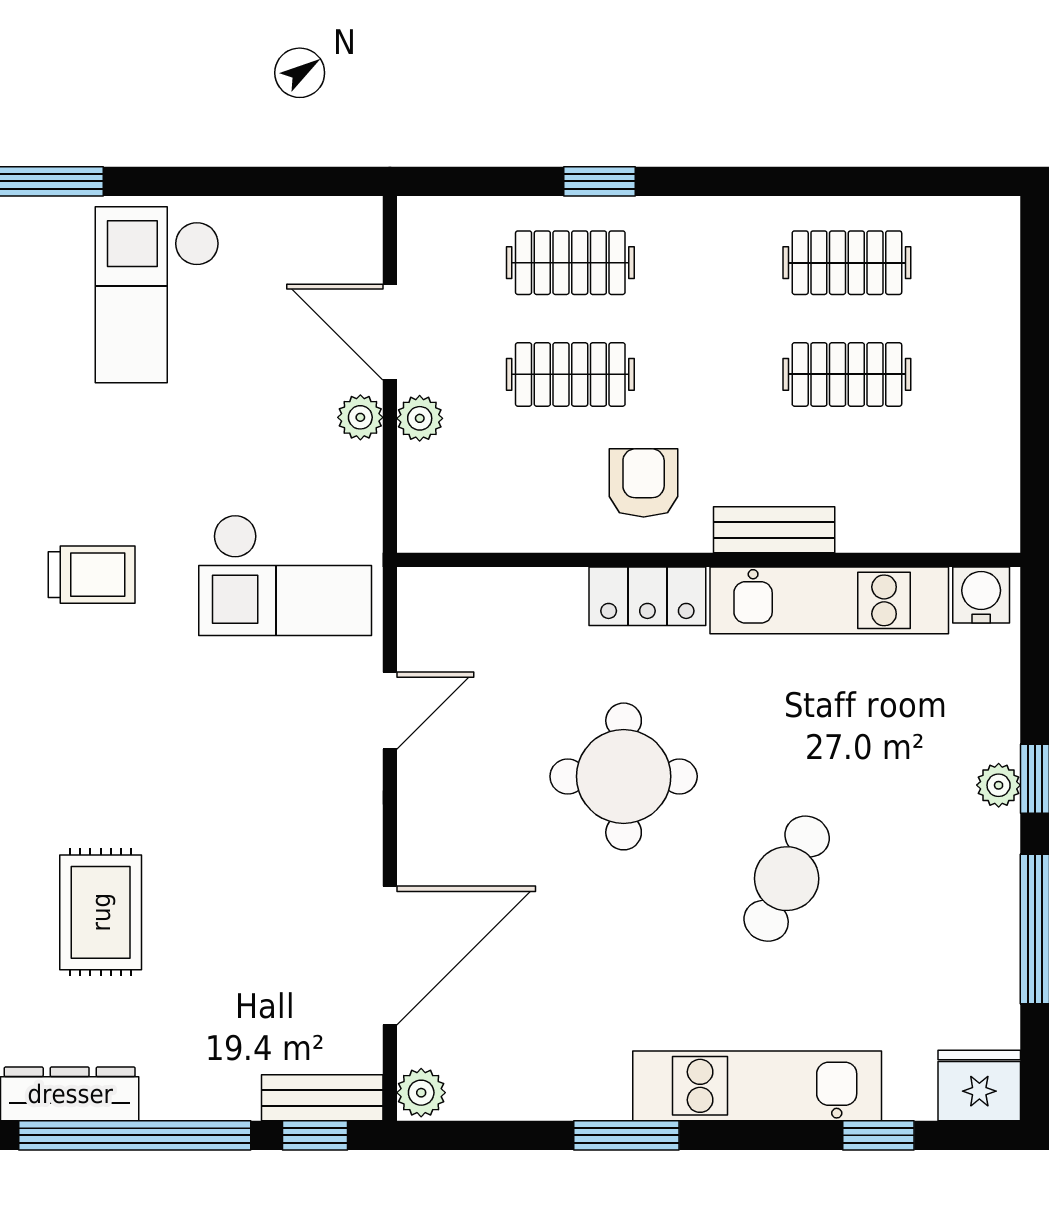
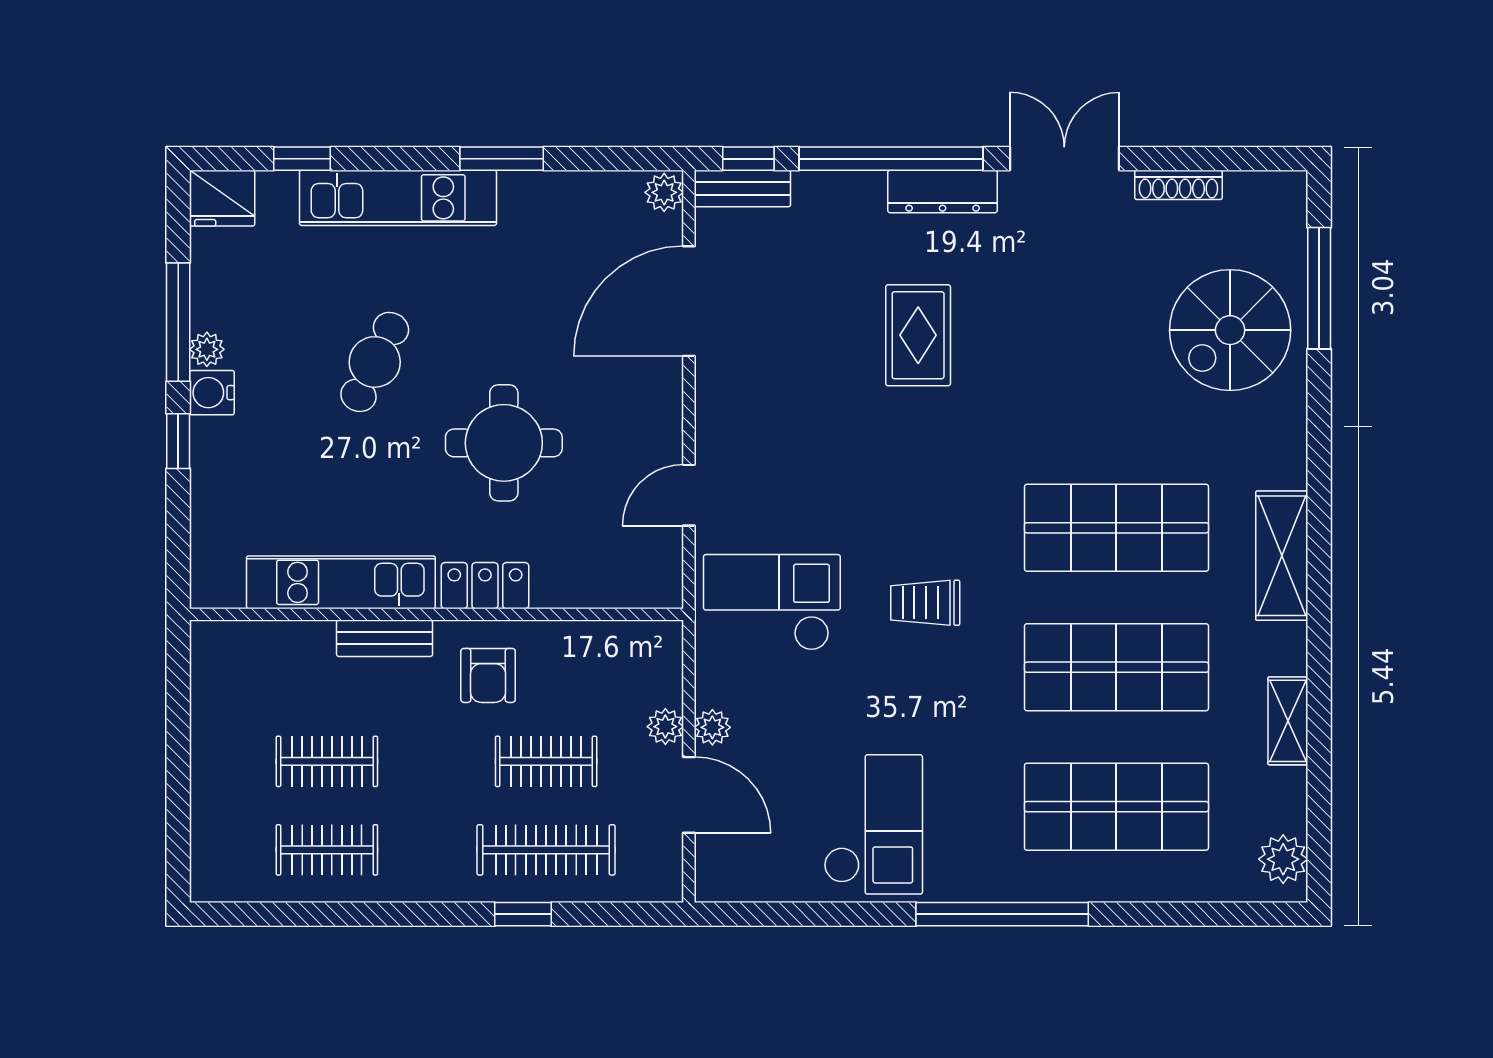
clothes rail: (570, 263) -> (546, 850), width x1.36
water cooler: (981, 595) -> (212, 393), moved, turned 90
plant: (999, 785) -> (207, 349), moved

